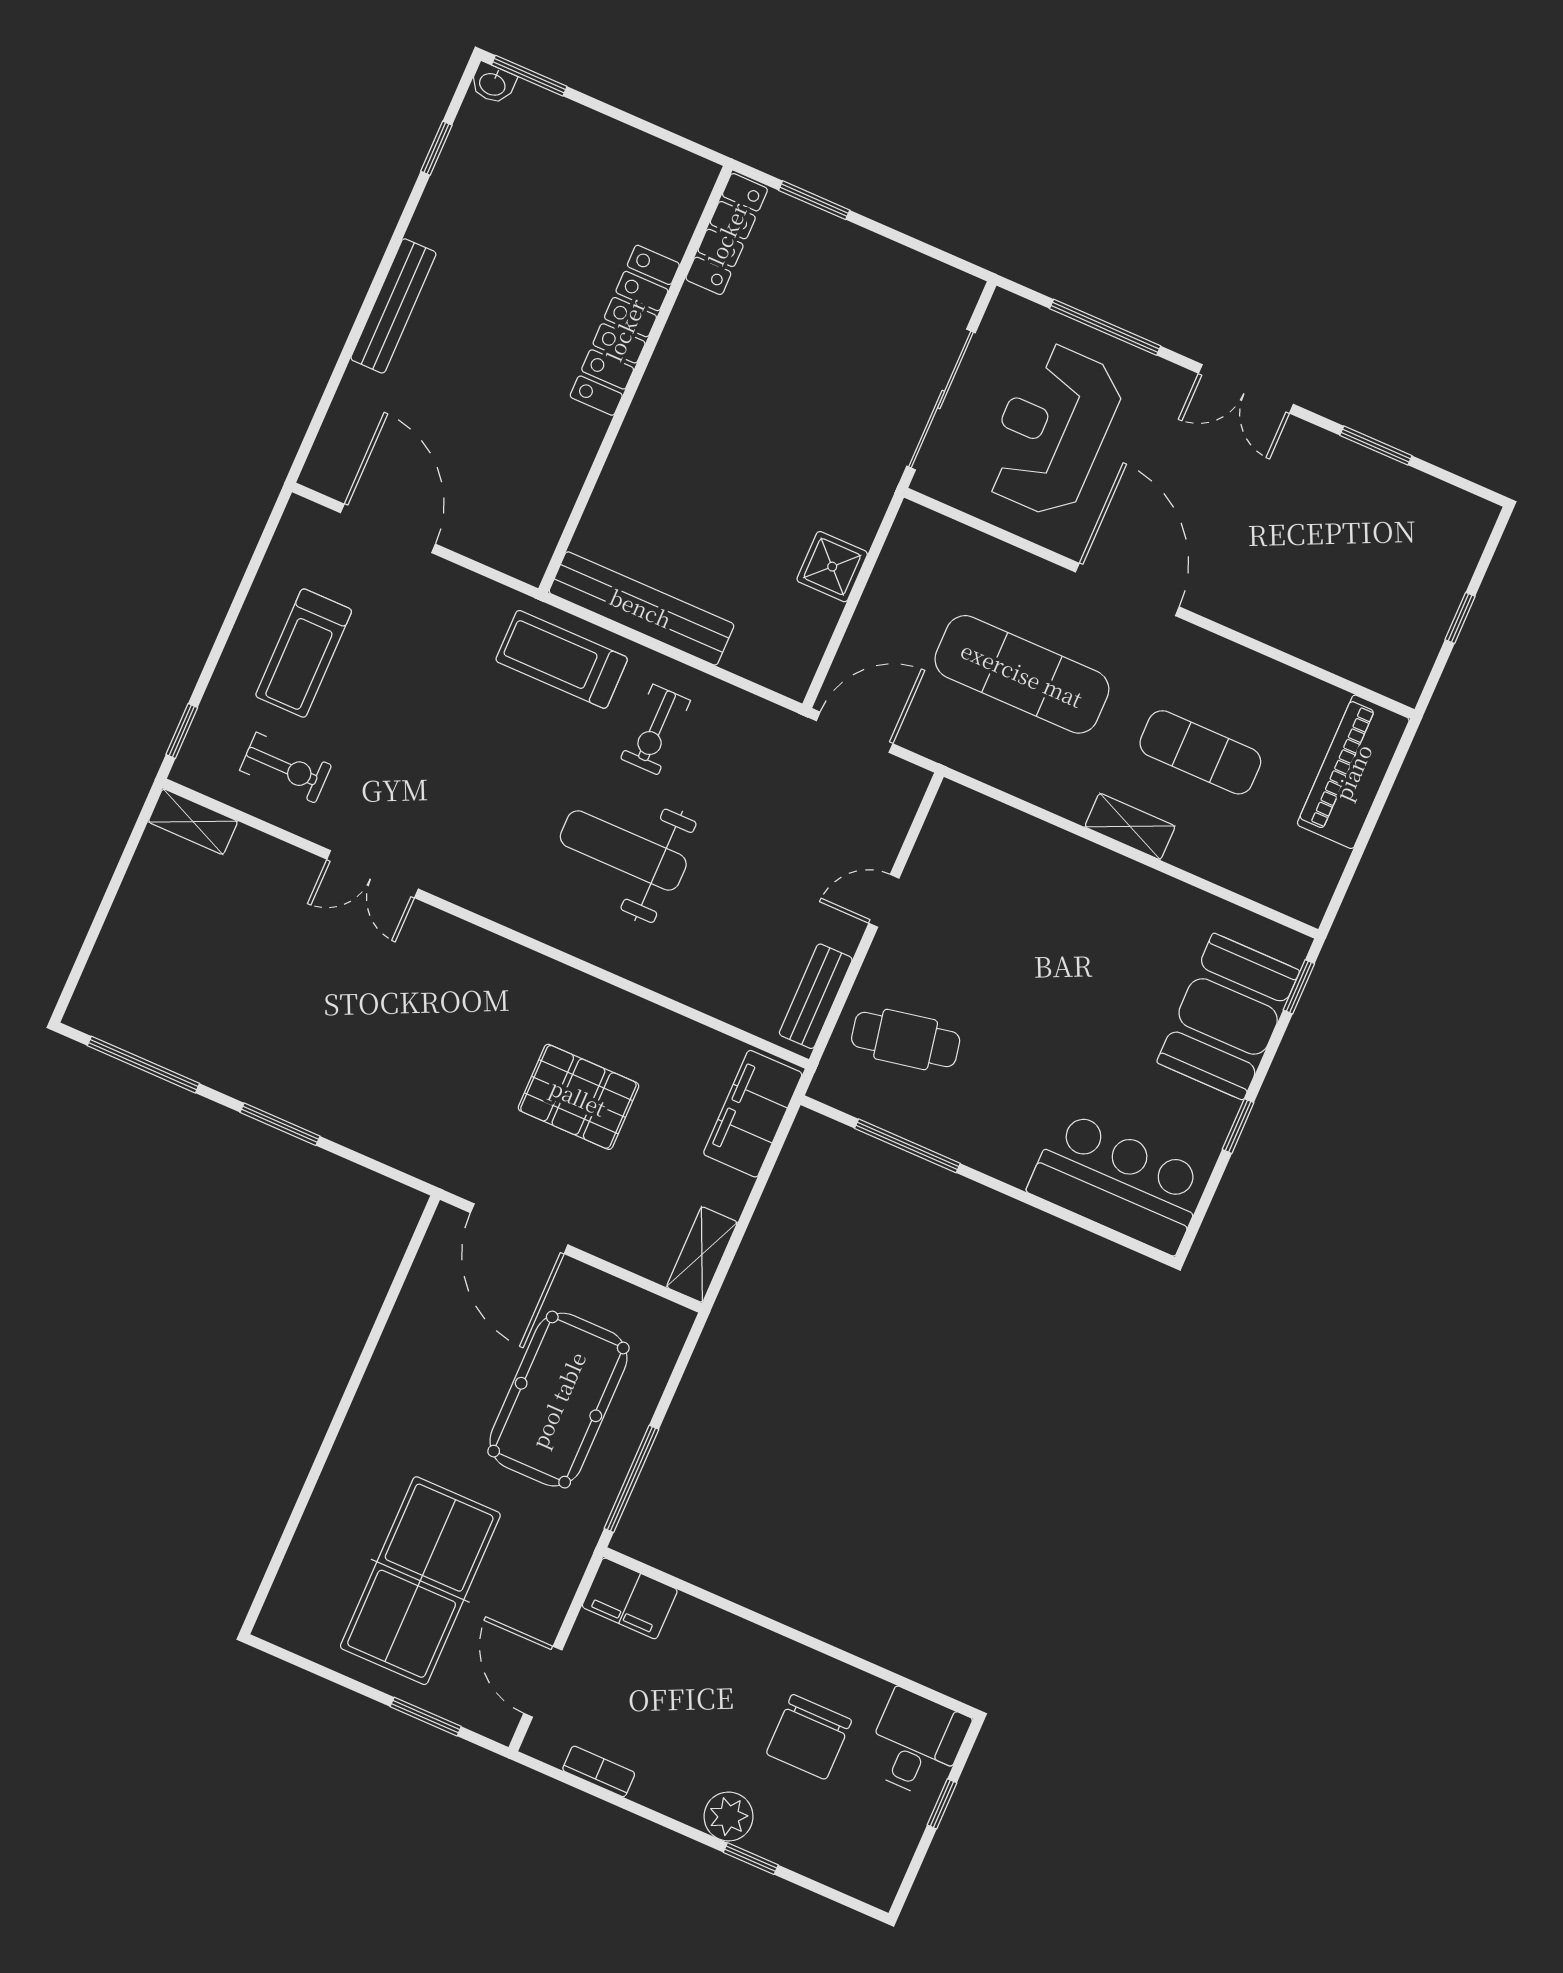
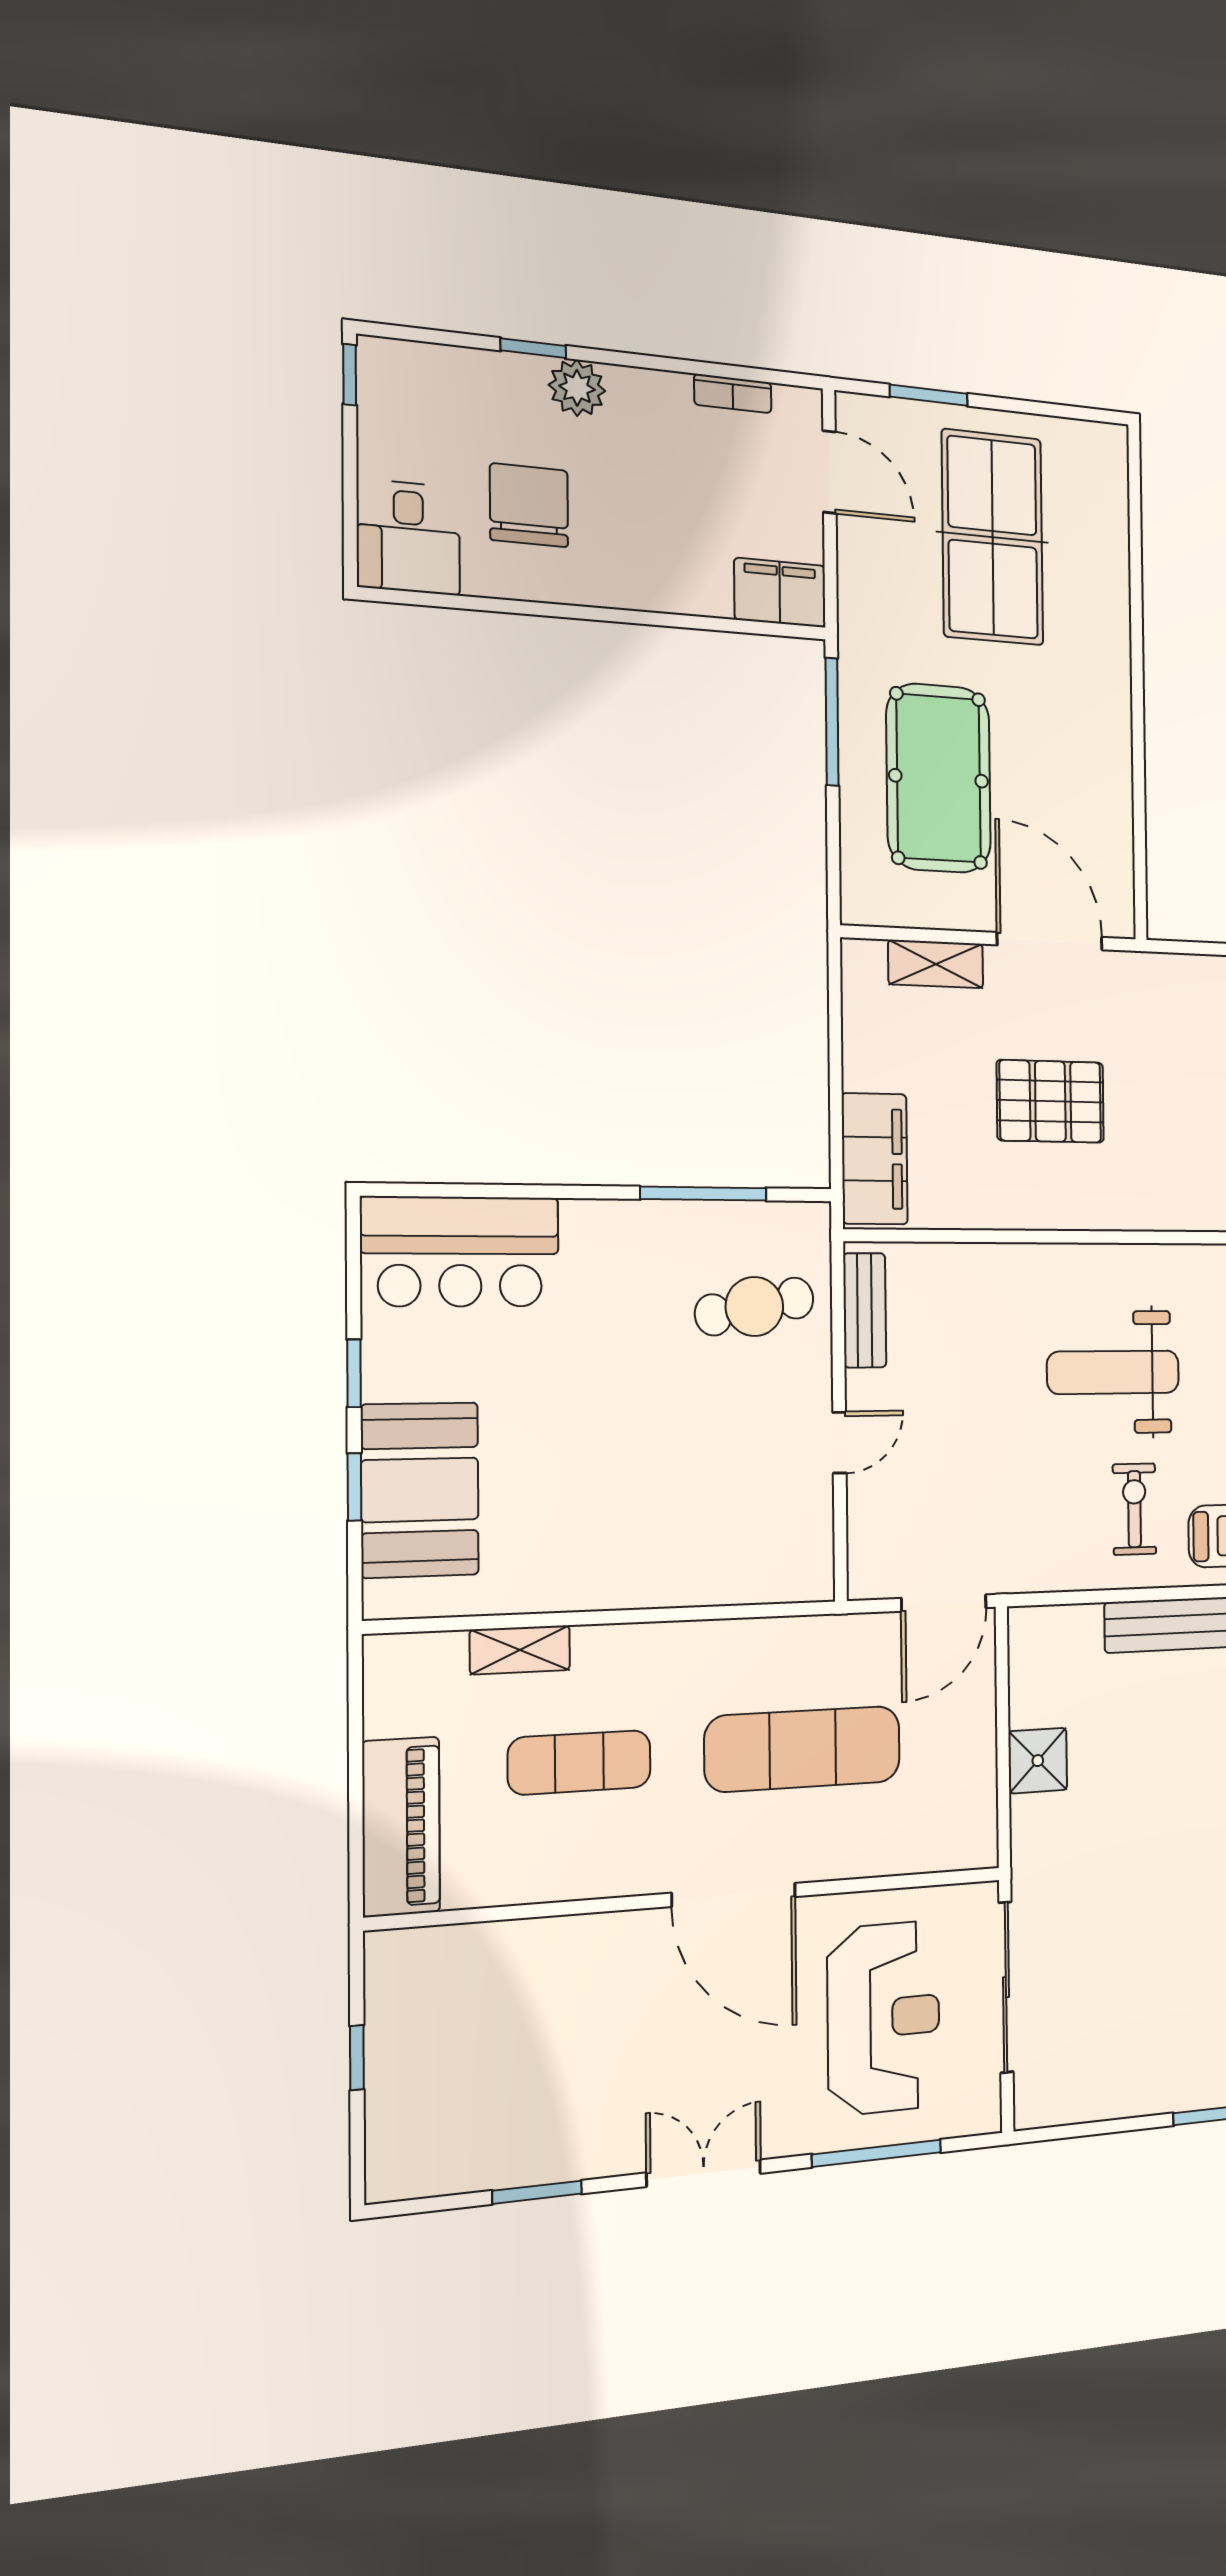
shelving: (1130, 826) -> (520, 1650), moved
weight bench: (623, 850) -> (1113, 1372), turned 180
window: (1299, 987) -> (354, 1487), moved
shelving: (702, 1255) -> (936, 964), moved, turned 90
window: (942, 1804) -> (350, 375), moved

